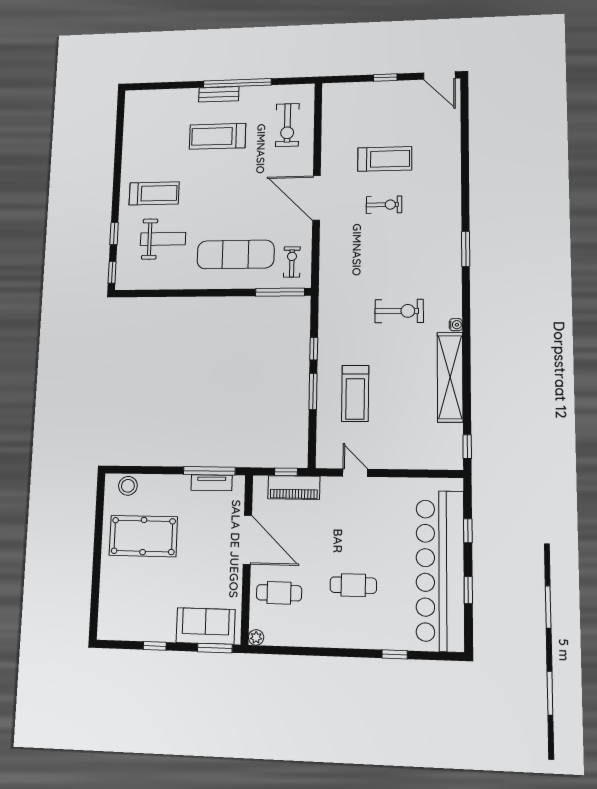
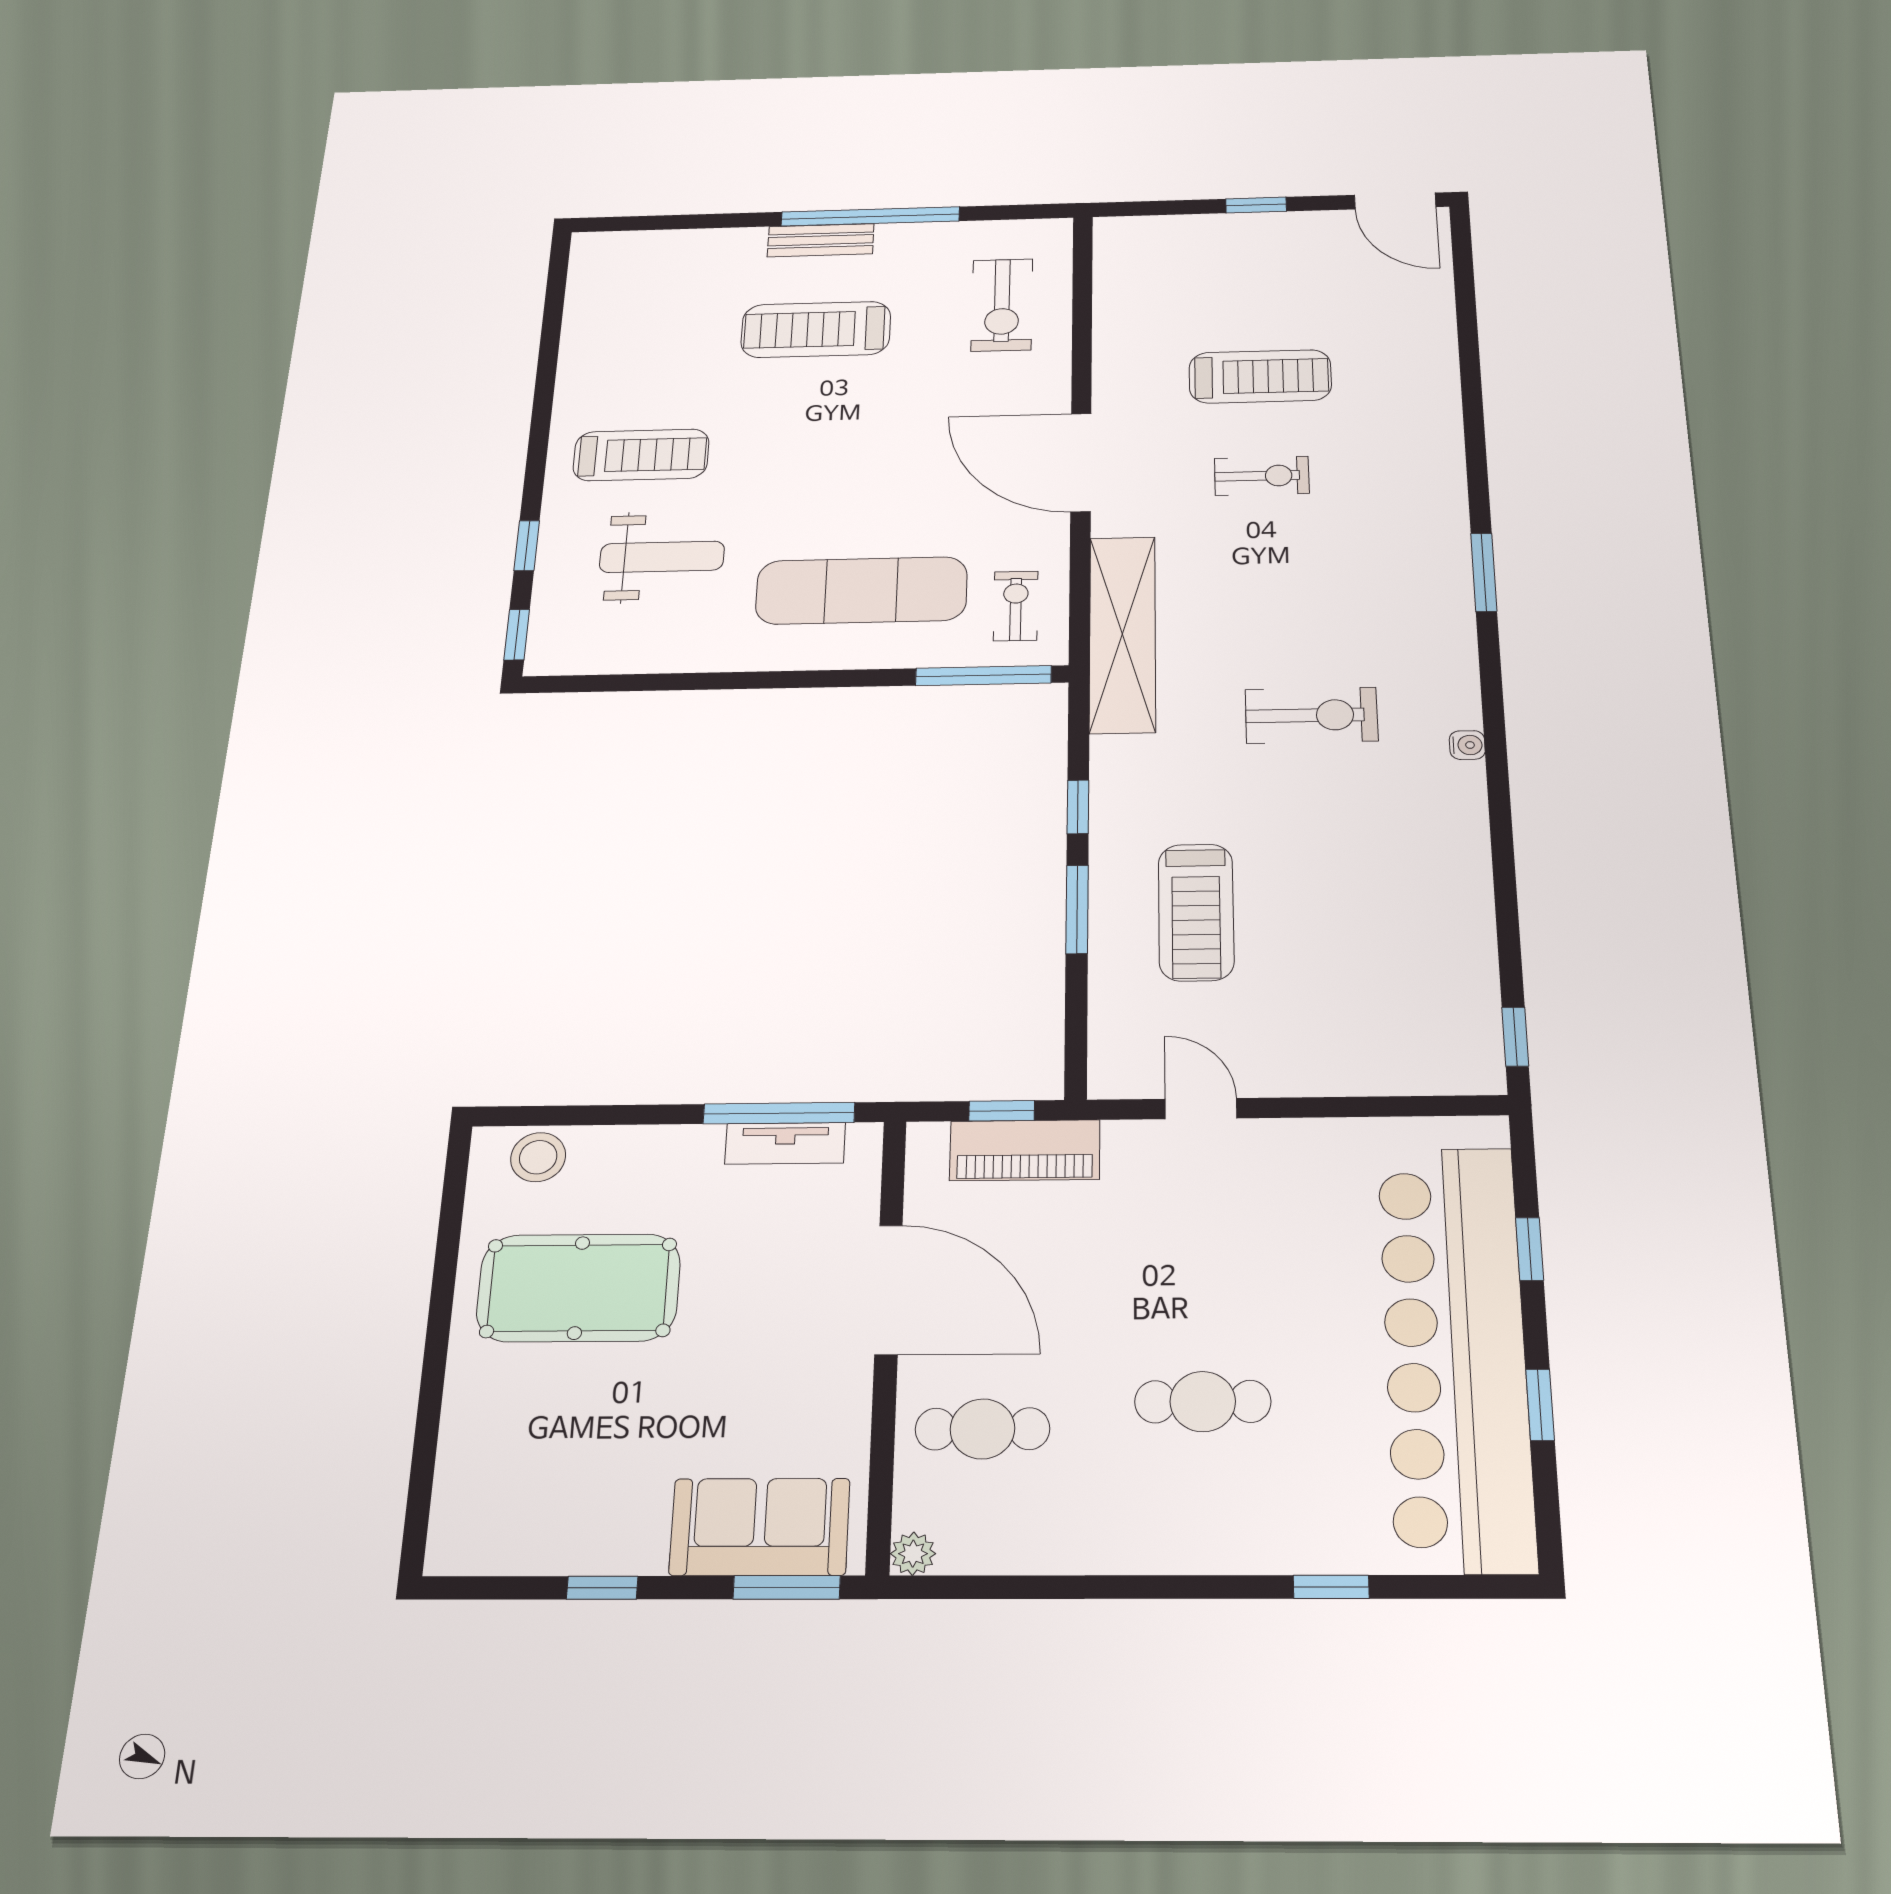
shelving: (450, 377) -> (1122, 634), moved

